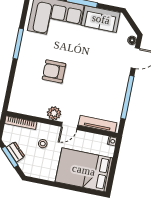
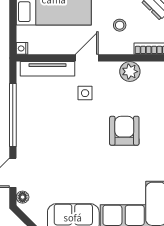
armchair: (54, 71) -> (124, 131), turned -90
side table: (75, 102) -> (85, 93), added
plant: (54, 113) -> (130, 72), moved

